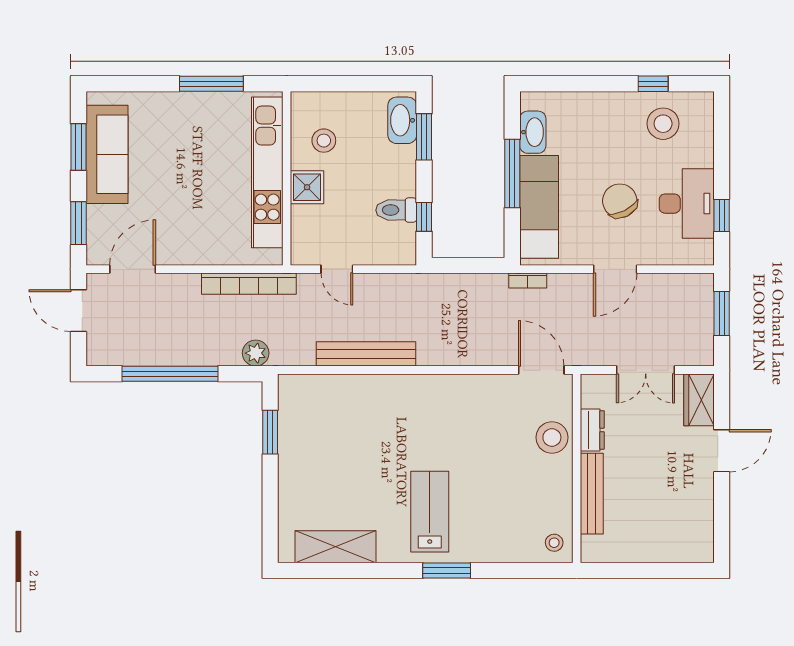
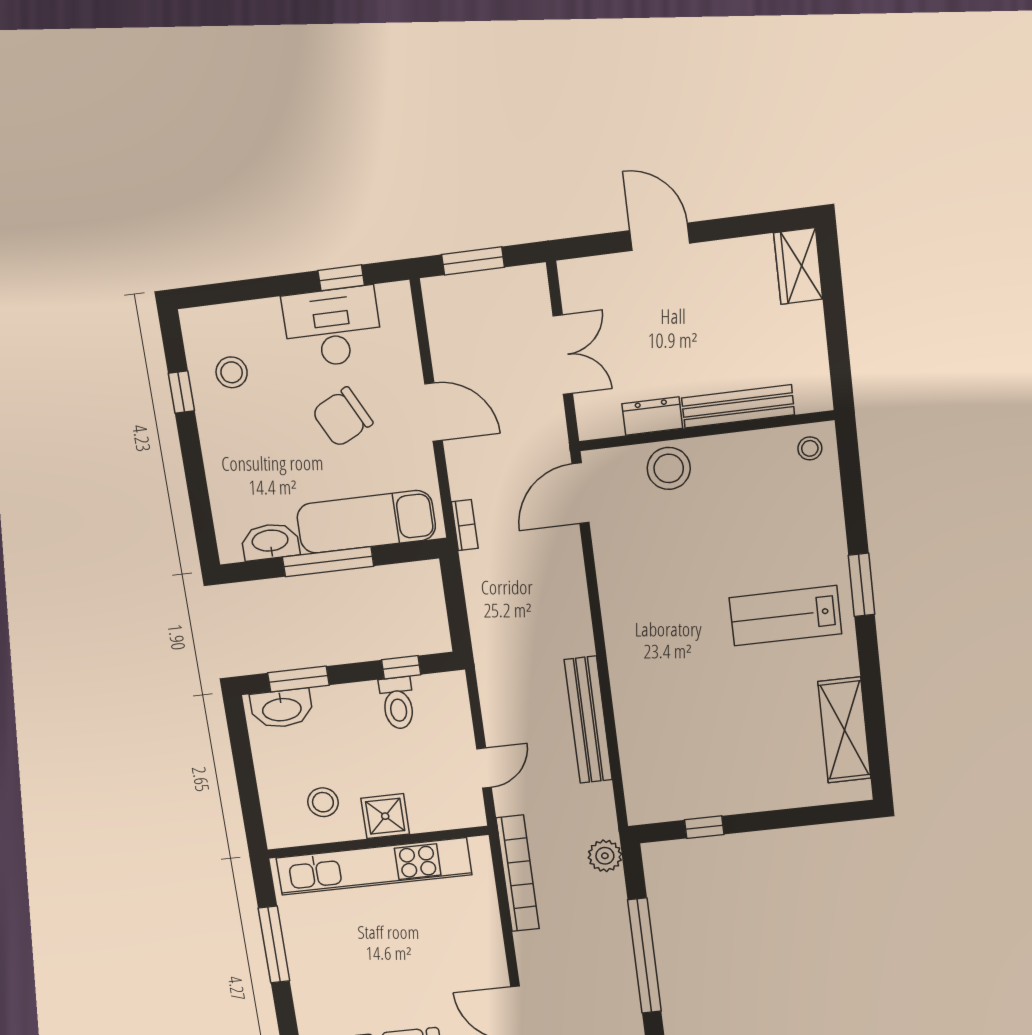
stool: (663, 124) -> (232, 372), width x0.73, depth x0.73
wardrobe: (699, 400) -> (798, 266), moved, turned 90
window: (270, 432) -> (704, 827), width x0.67

